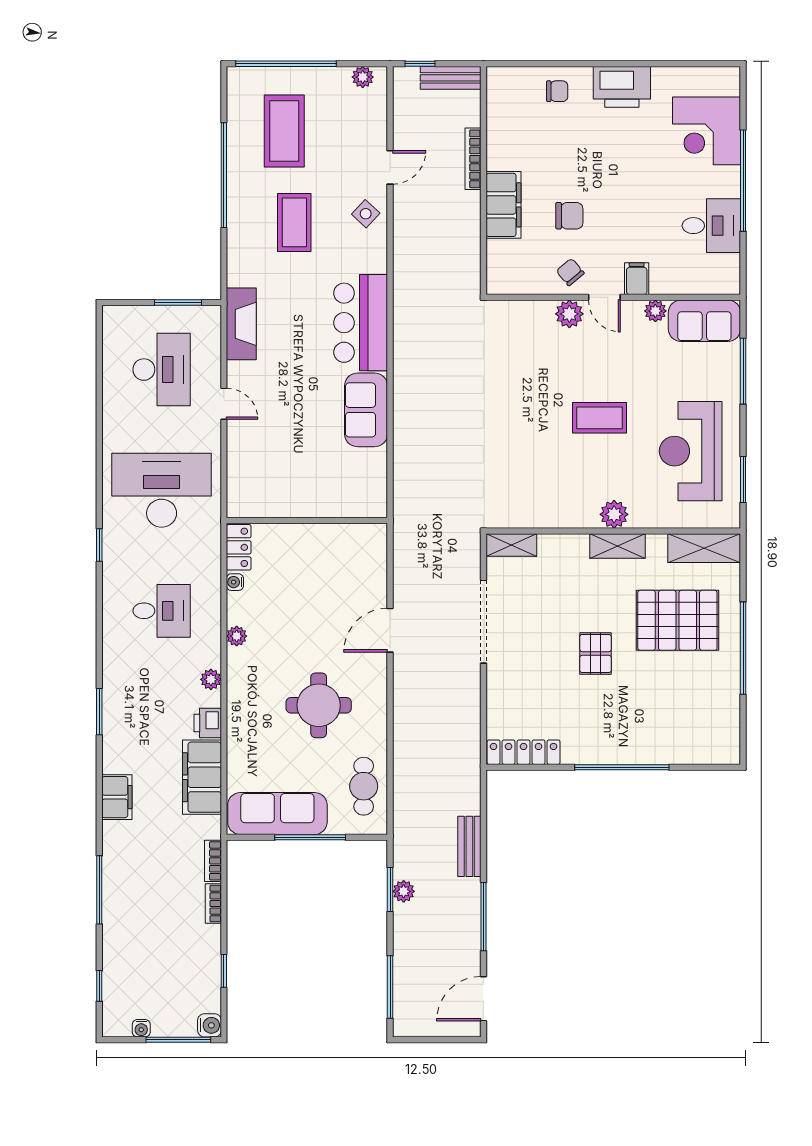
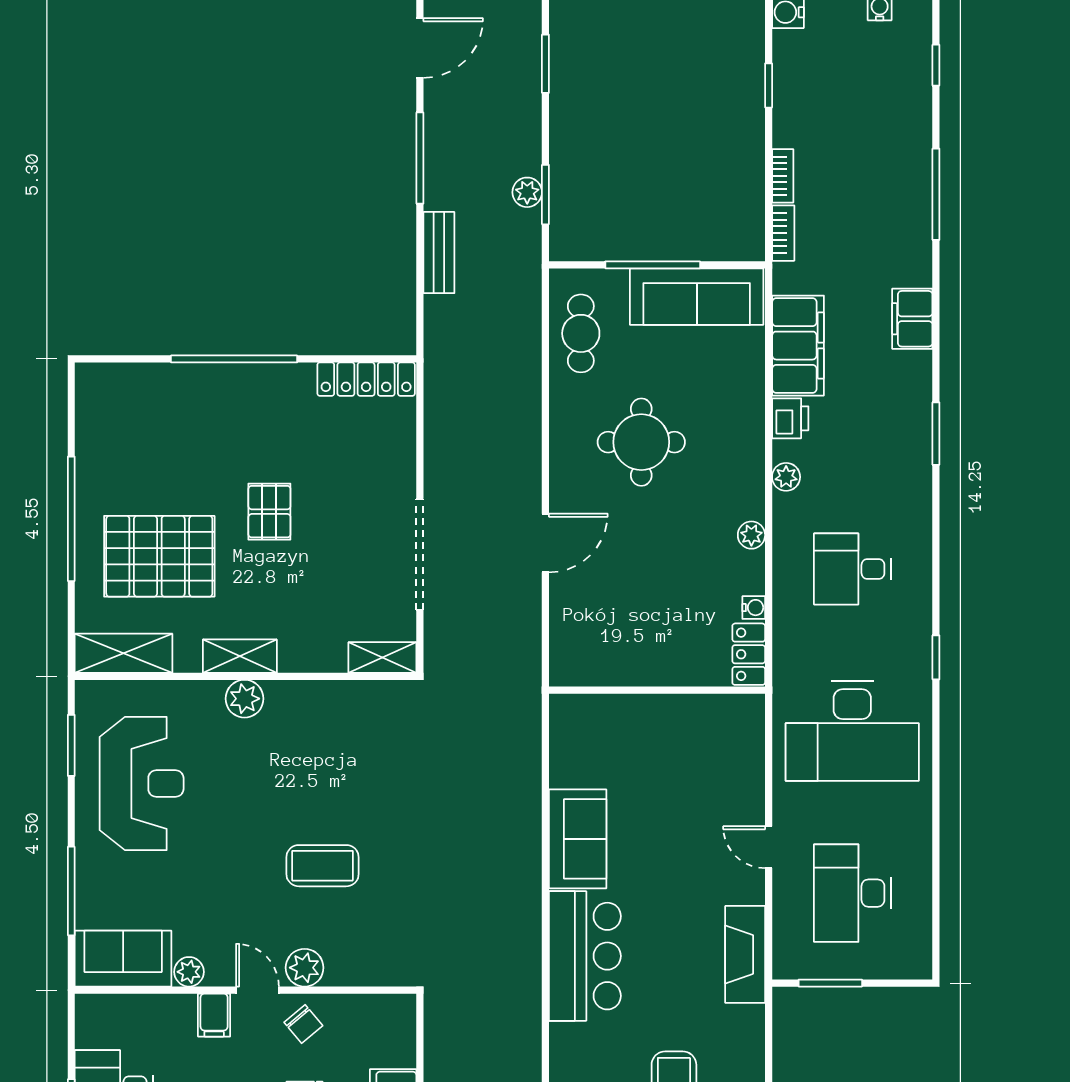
coffee table: (600, 418) -> (323, 866), moved
window: (390, 987) -> (545, 64), width x0.69

